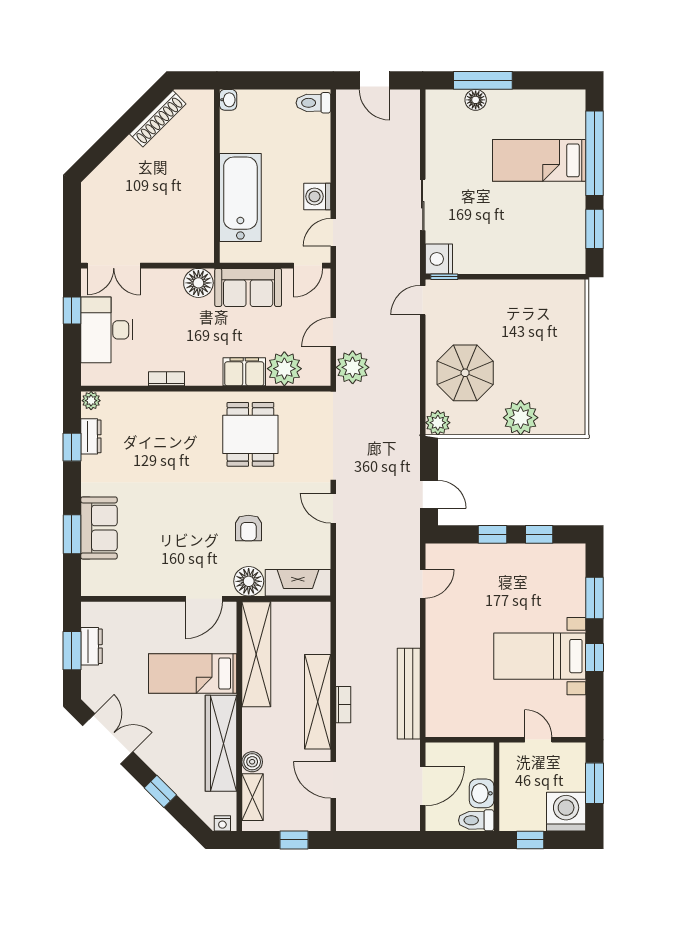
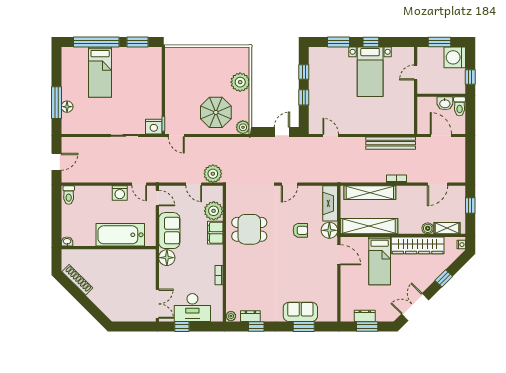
shelving: (318, 702) -> (370, 193), moved

